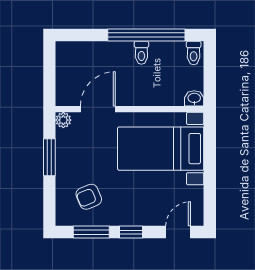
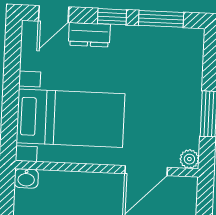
armchair: (89, 197) -> (162, 63), removed
dresser: (149, 217) -> (89, 35), added

